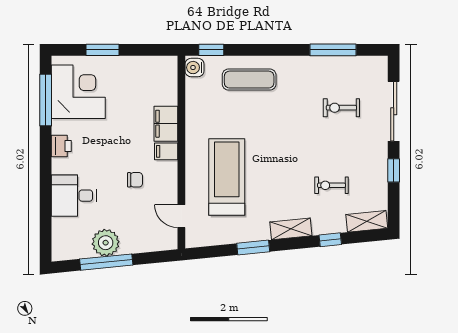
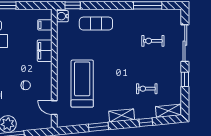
filing cabinet: (166, 151) -> (45, 25), moved

